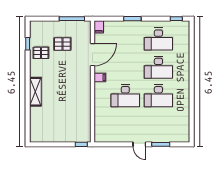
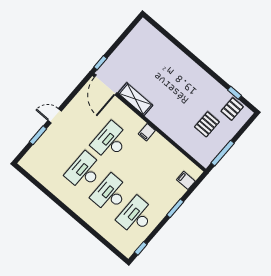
filing cabinet: (99, 27) -> (186, 180), moved
pallet: (41, 53) -> (232, 109), moved
door: (92, 55) -> (106, 85), moved
shelving: (35, 92) -> (135, 99), moved

